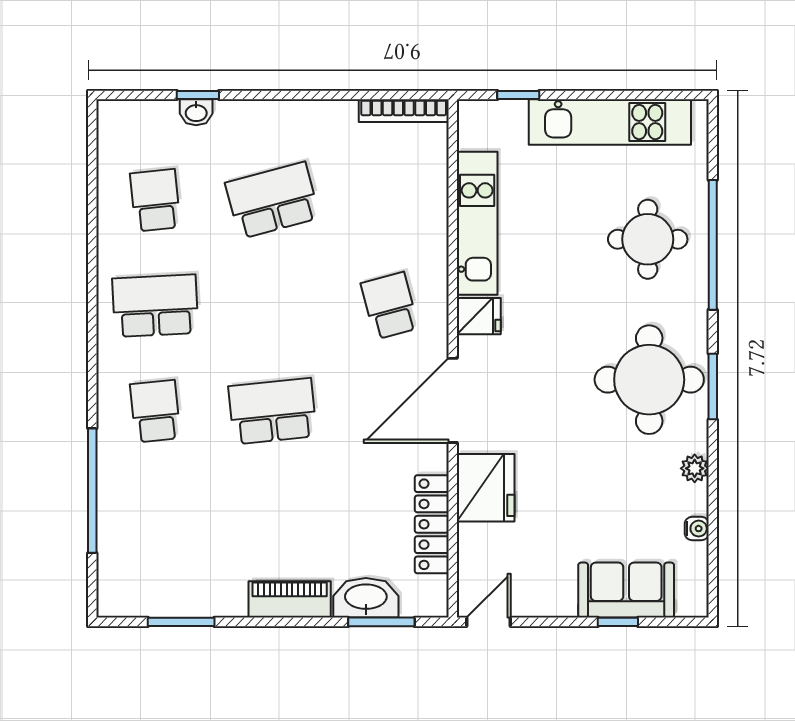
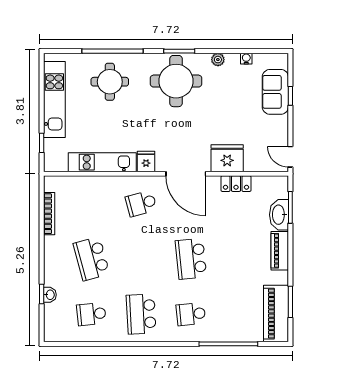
bookcase: (404, 111) -> (49, 214), moved
locker: (432, 524) -> (236, 184), width x0.66
piano: (156, 592) -> (276, 314), added

